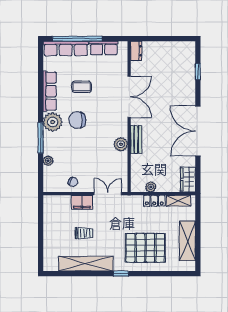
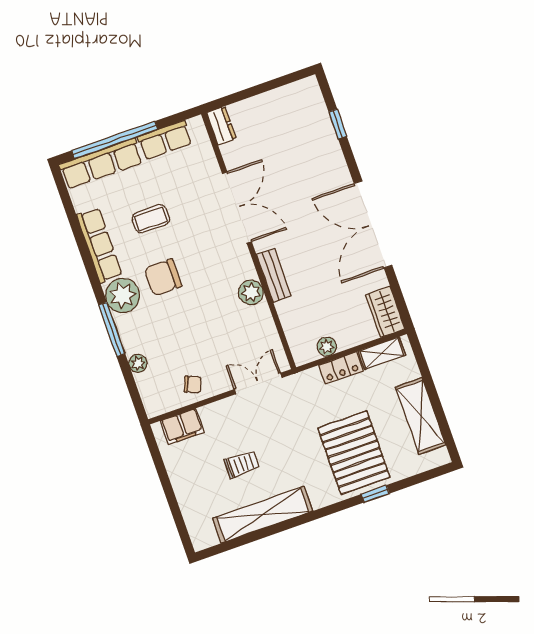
filing cabinet: (82, 202) -> (182, 426), moved
pallet: (145, 248) -> (354, 453), turned 90
window: (121, 274) -> (375, 494), moved

